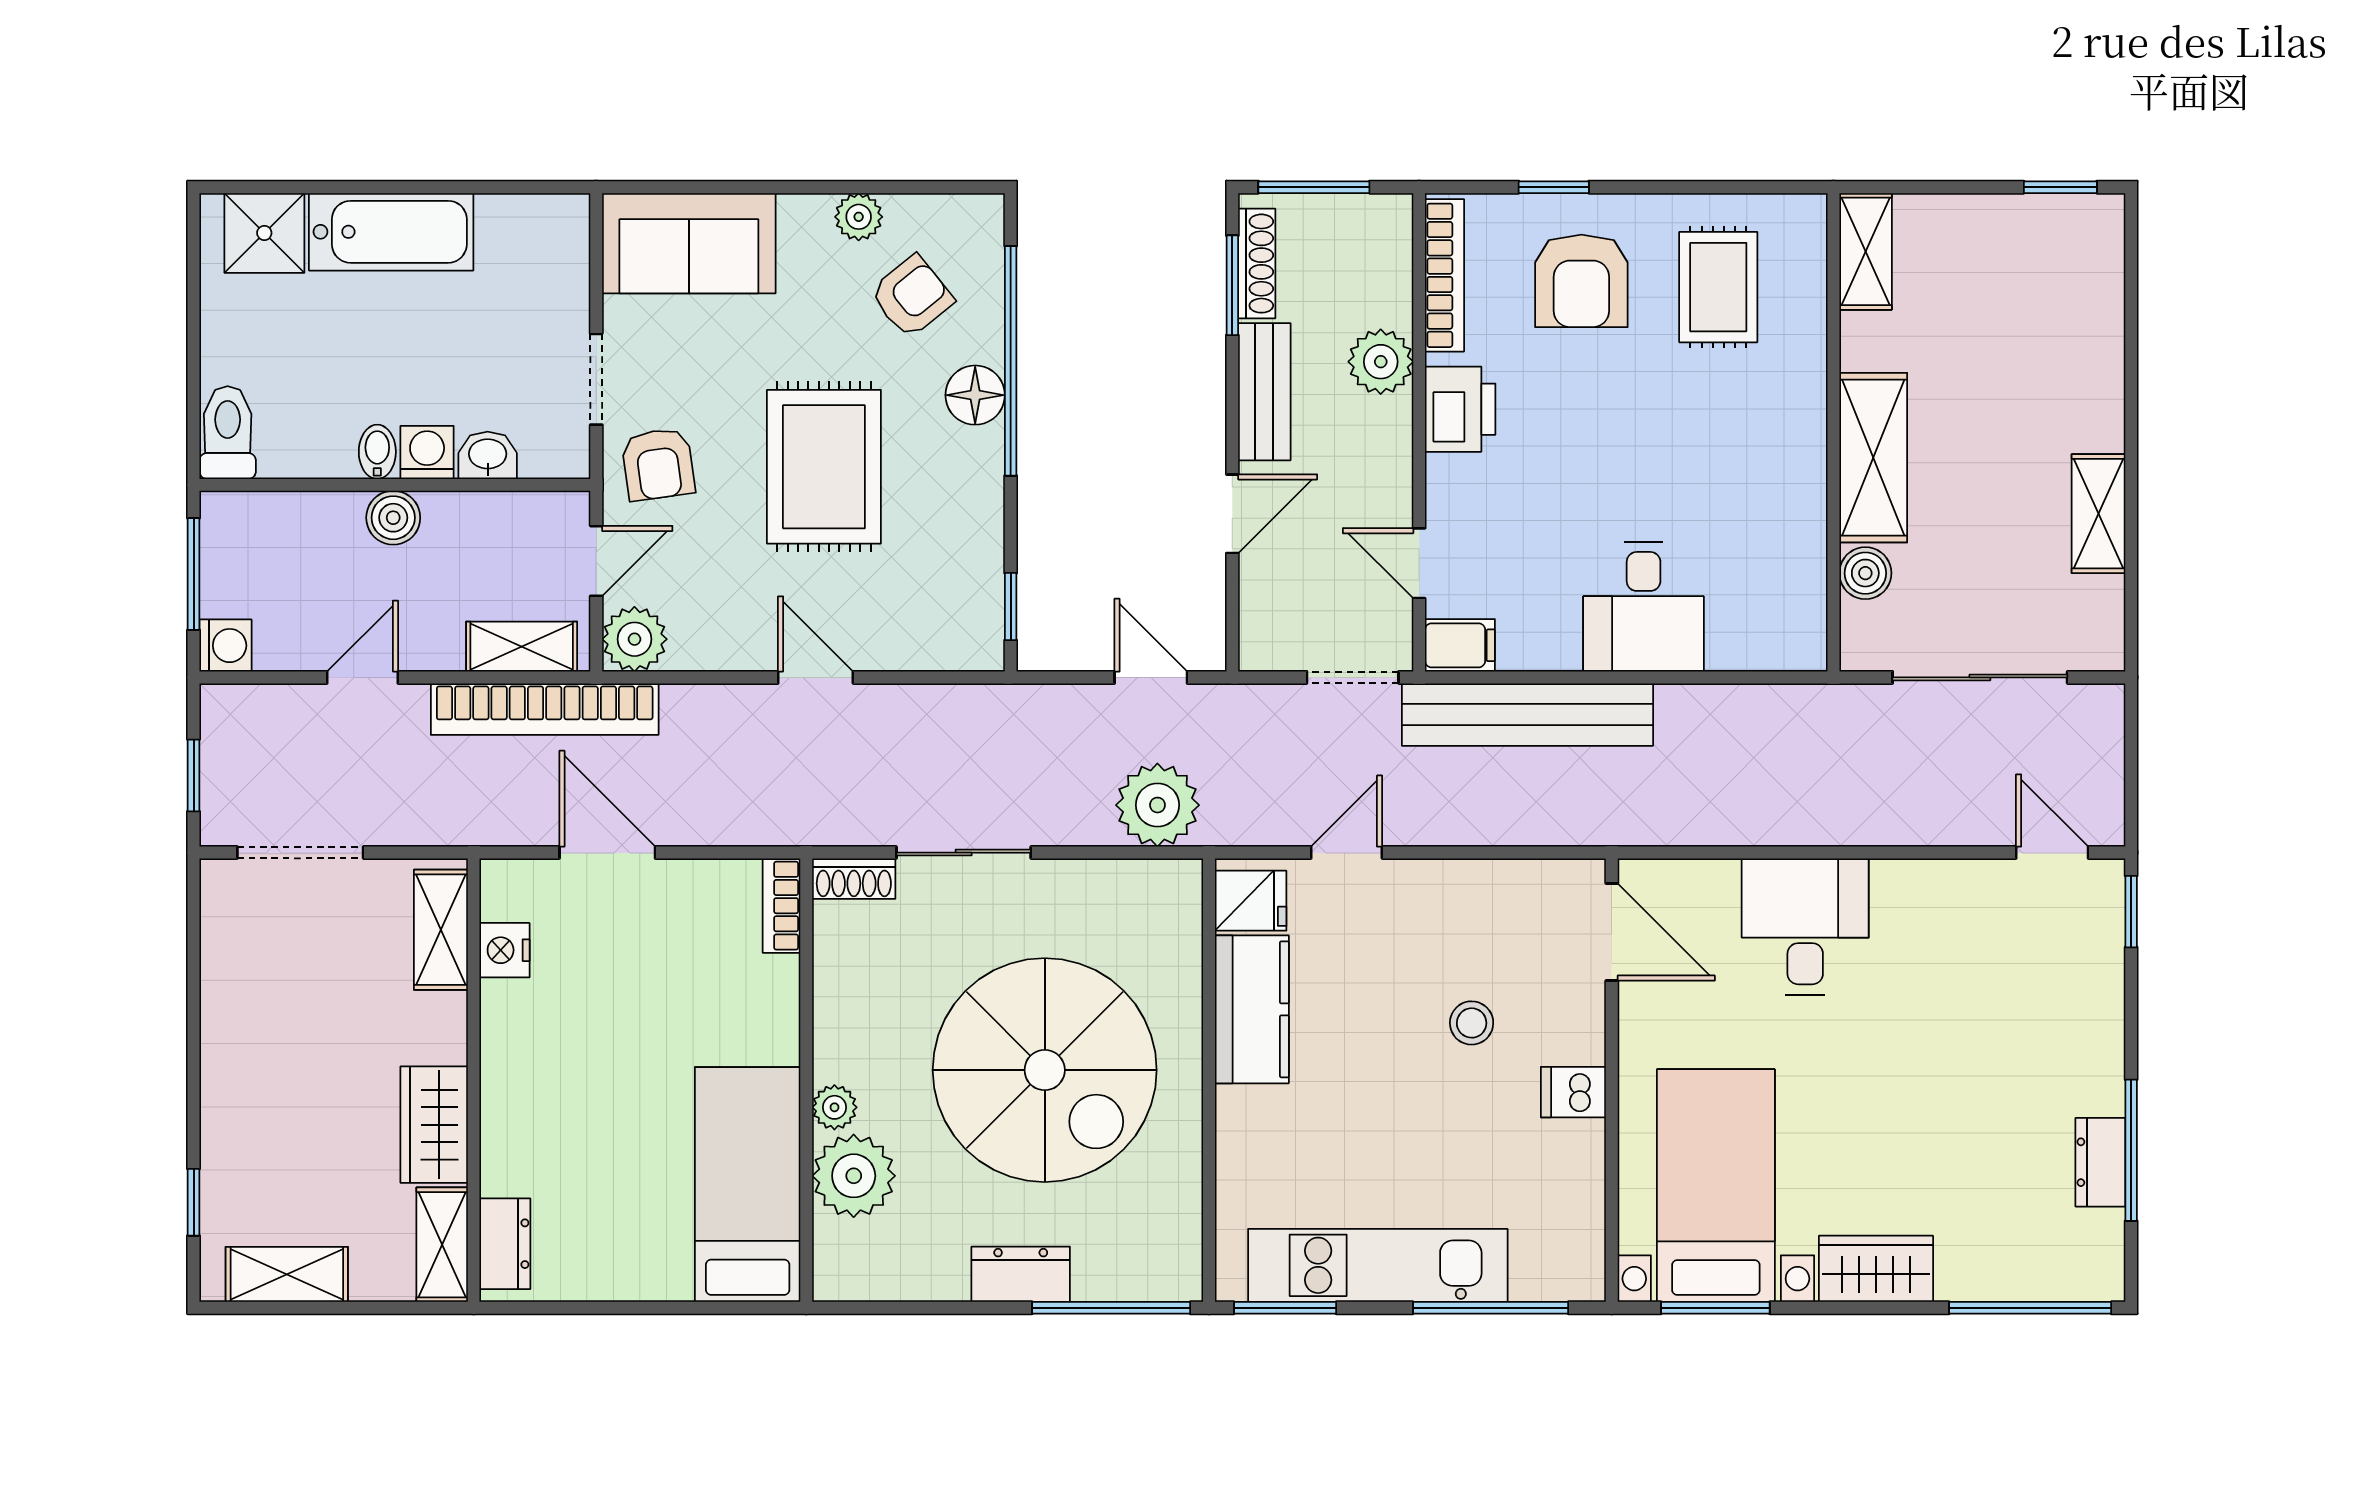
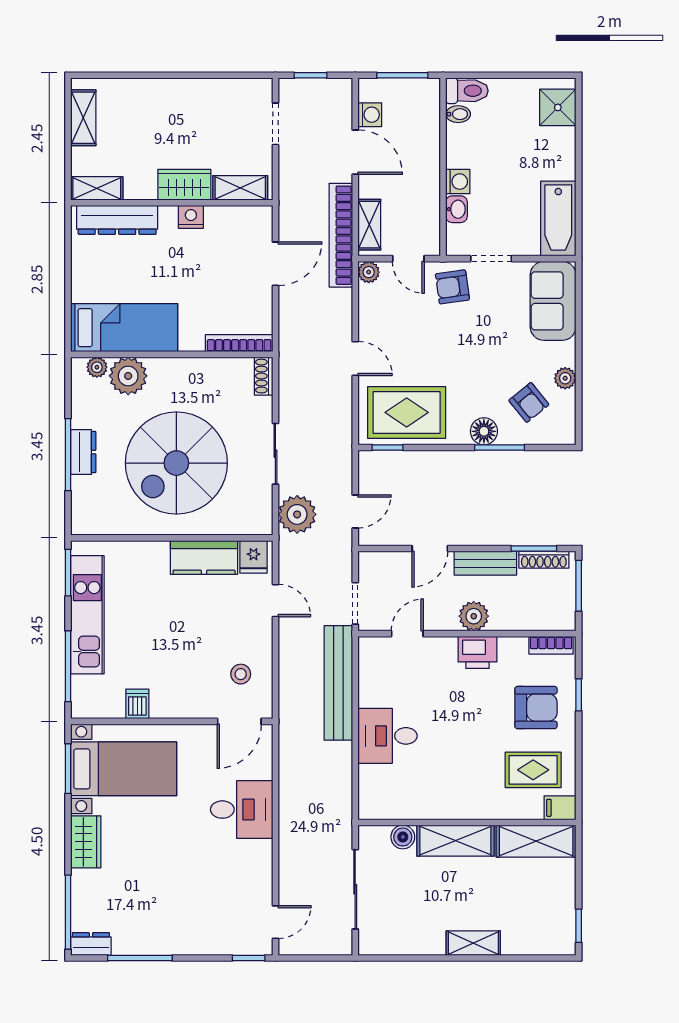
bathtub: (391, 232) -> (558, 219), moved
shelving: (1866, 251) -> (536, 841), width x1.50, depth x1.33
bookcase: (1444, 275) -> (551, 645), width x0.64
armchair: (1581, 281) -> (536, 708), turned 180
window: (1011, 361) -> (499, 447), width x0.47
plant: (1381, 362) -> (474, 616), moved
bidet: (377, 452) -> (458, 114), moved
rug: (824, 467) -> (407, 412), moved
door: (1232, 514) -> (430, 549), hinge flipped
shelving: (2099, 514) -> (473, 943), moved
boiler: (393, 518) -> (428, 166), removed
plant: (634, 639) -> (369, 272), width x0.73, depth x0.73
filing cabinet: (1460, 645) -> (560, 808), moved, turned 90
washing machine: (225, 646) -> (370, 115), moved, turned -90
door: (363, 677) -> (355, 152), width x1.38
door: (816, 677) -> (355, 359), hinge flipped
doorway: (300, 853) -> (275, 124), width x0.73
sliding door: (964, 853) -> (275, 454), moved
bookcase: (782, 906) -> (239, 343), width x1.56
nightstand: (505, 950) -> (191, 217), moved
stool: (1472, 1023) -> (241, 674), moved
dishwasher: (1573, 1092) -> (137, 704), moved
plant: (834, 1107) -> (97, 367), moved
wardrobe: (434, 1125) -> (184, 185), moved
dresser: (2100, 1162) -> (91, 944), moved
window: (194, 1202) -> (116, 75), removed
dresser: (505, 1244) -> (117, 220), width x1.96, depth x1.24
window: (1111, 1308) -> (68, 455), moved

